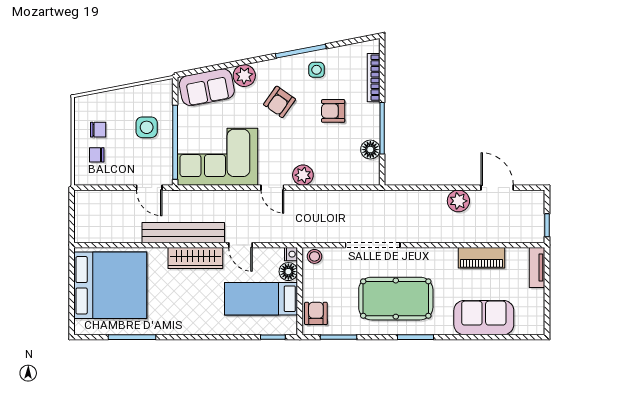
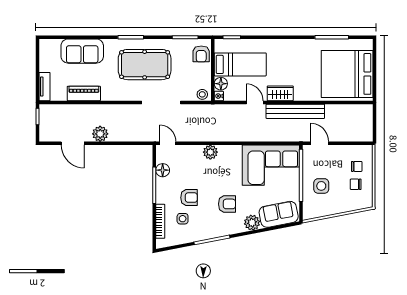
side table: (317, 70) -> (183, 219), moved
armchair: (280, 102) -> (227, 204), turned 55
door: (272, 188) -> (168, 143), moved
wardrobe: (195, 258) -> (280, 93), width x0.67

